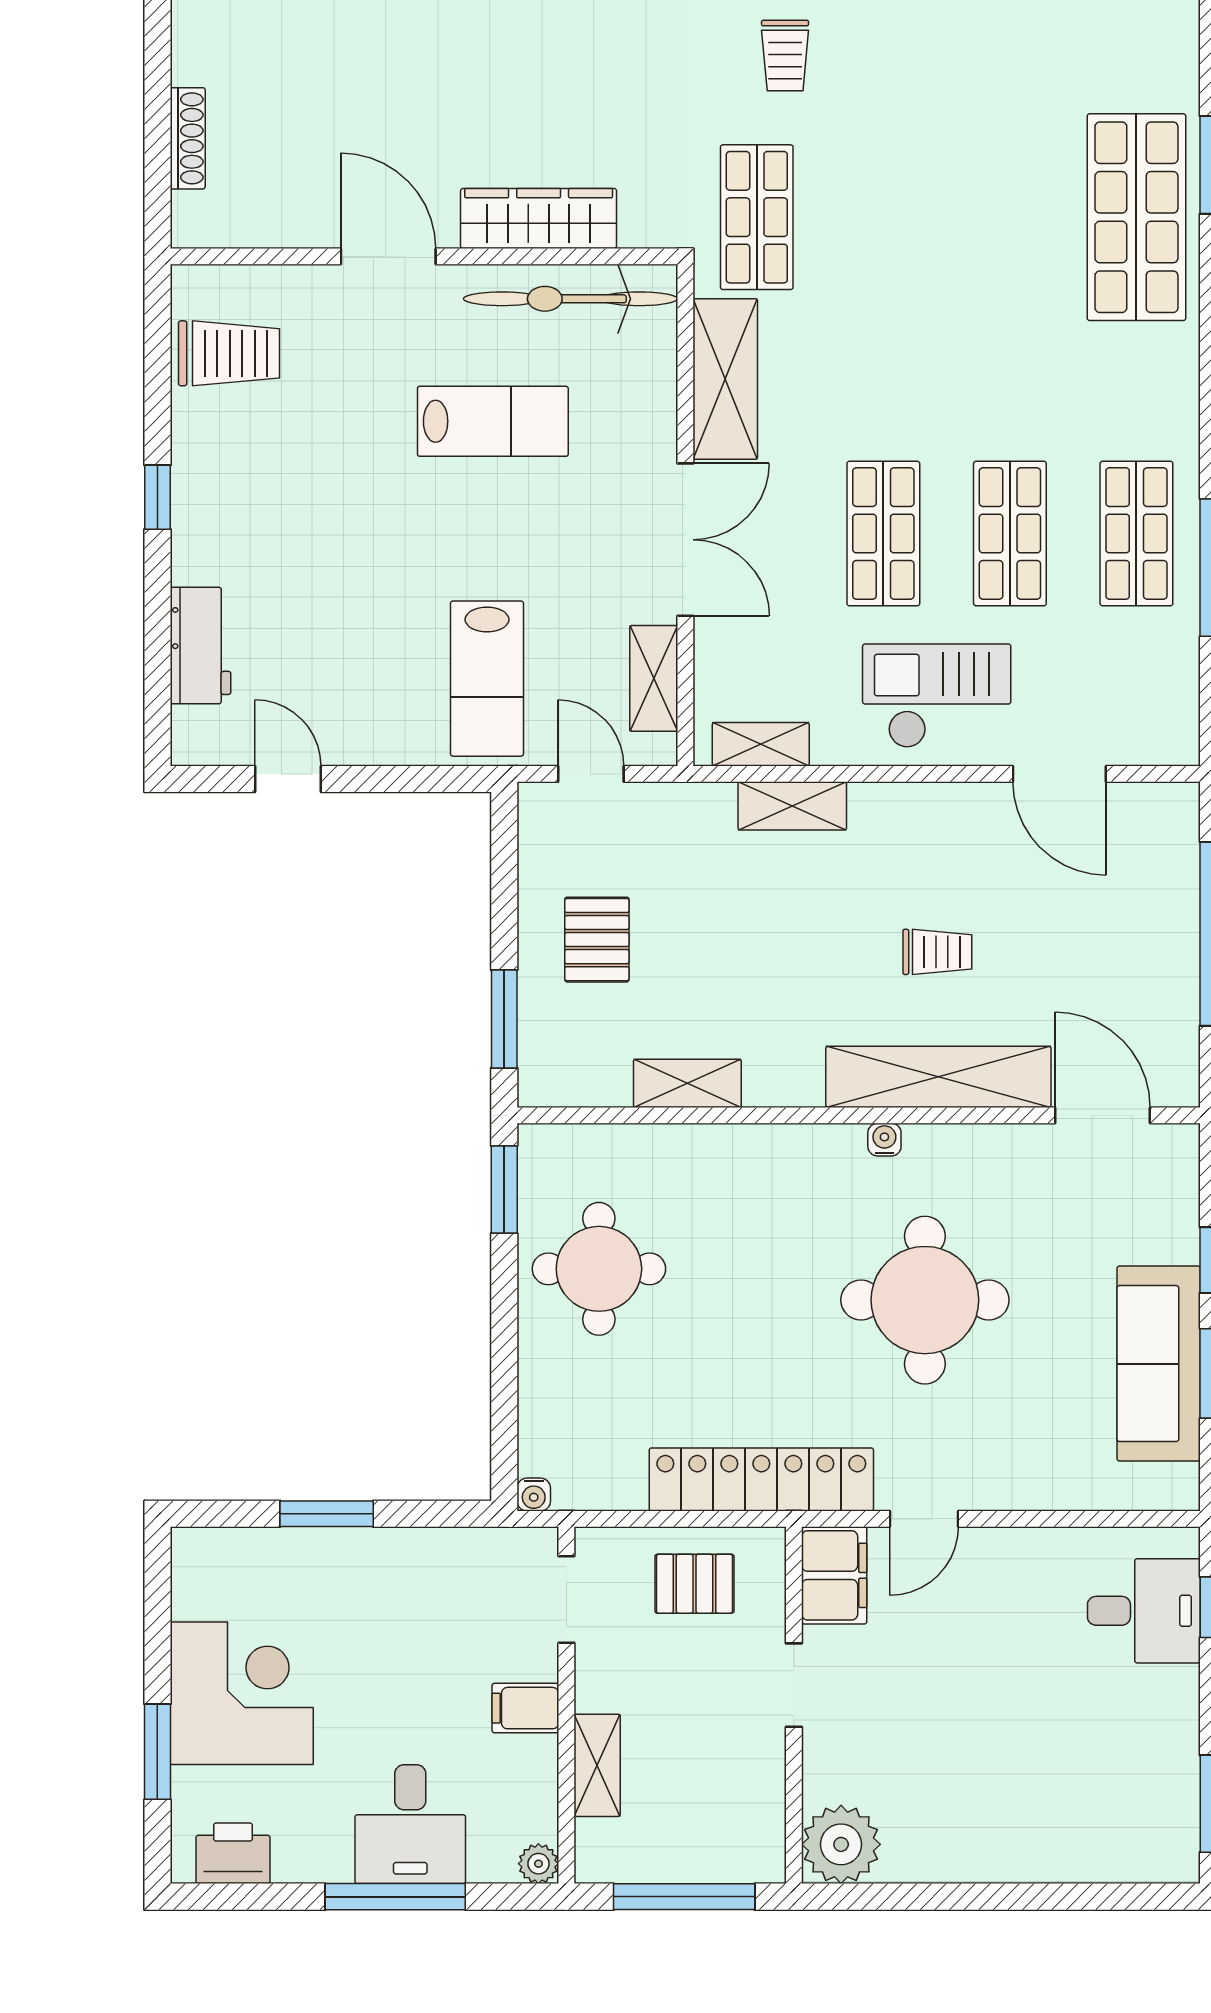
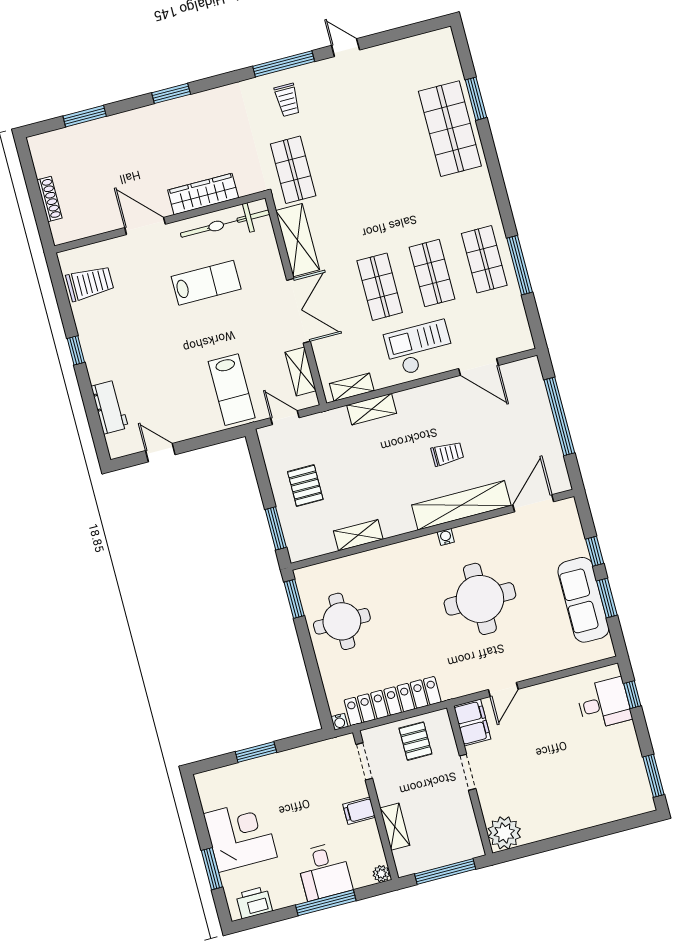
door: (1103, 1115) -> (533, 503), hinge flipped
locker: (761, 1479) -> (393, 701), moved
pallet: (694, 1584) -> (415, 741), turned 90

